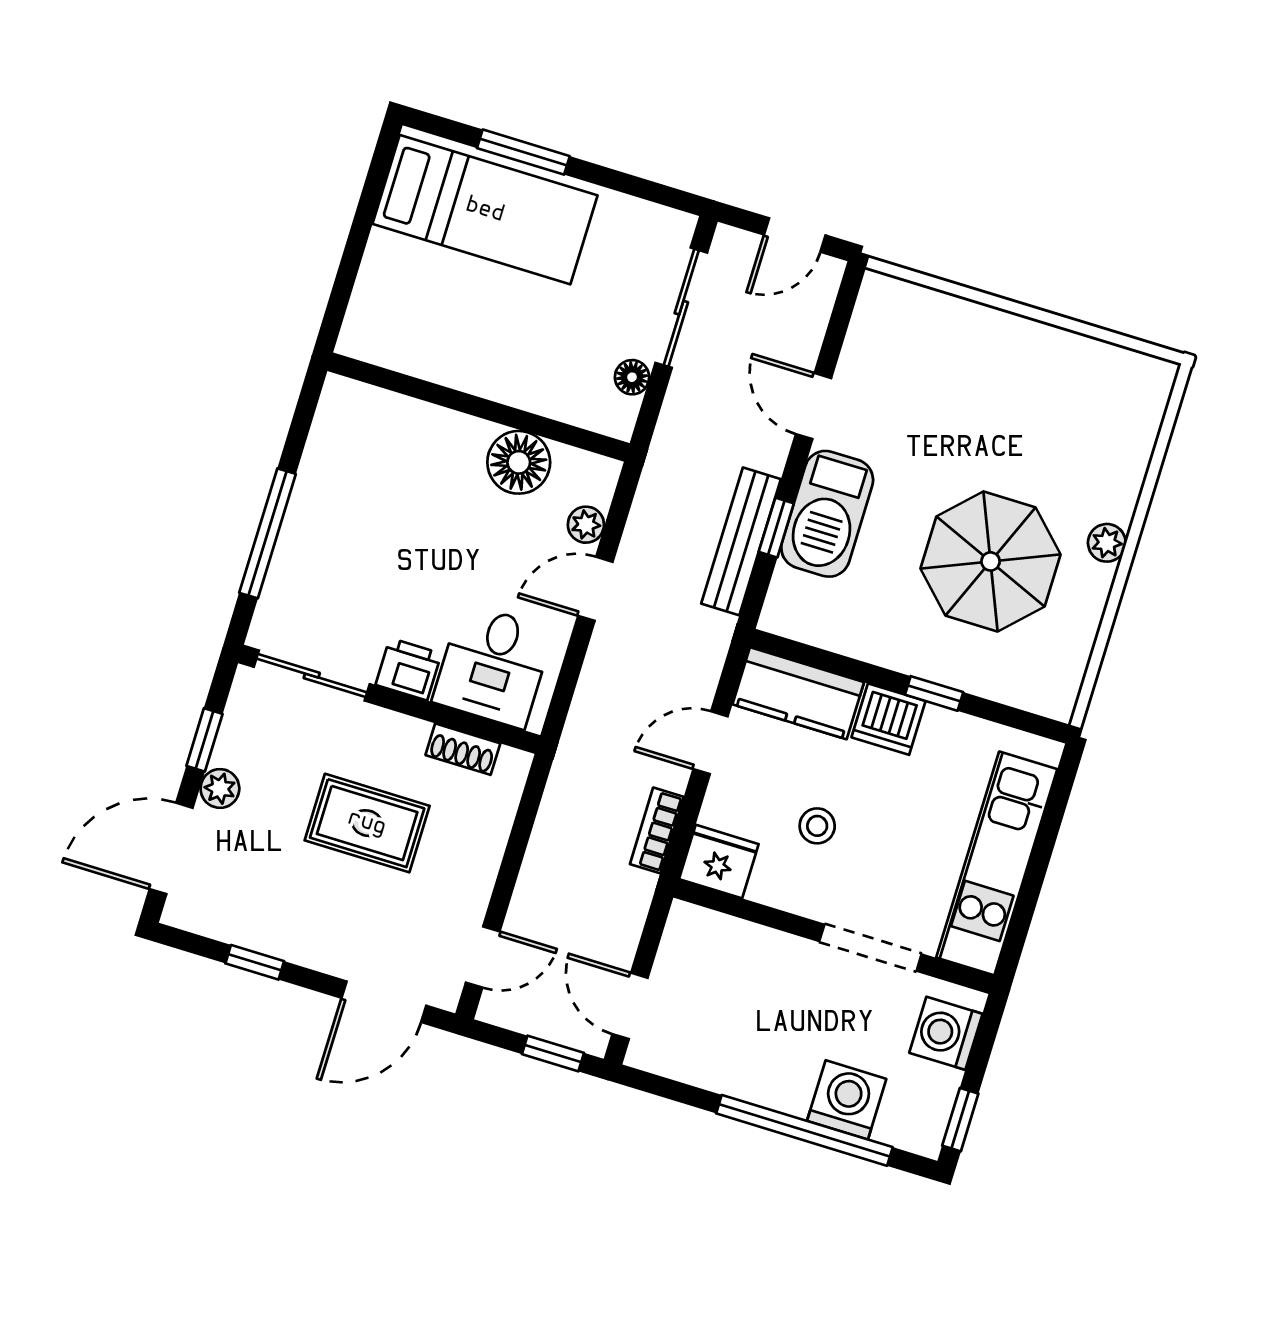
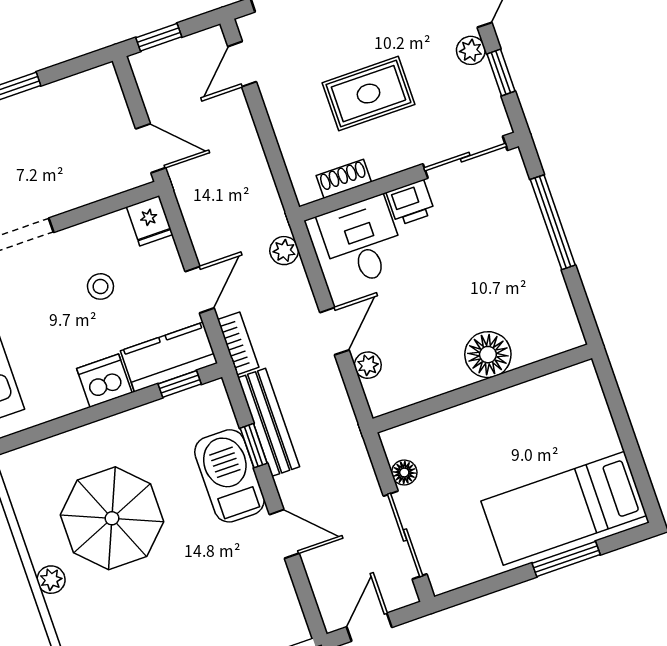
floor lamp: (519, 462) -> (488, 355), moved
window: (934, 693) -> (180, 384), moved
plant: (586, 718) -> (284, 251), added
bookcase: (657, 830) -> (238, 343), moved
fridge: (719, 862) -> (150, 221), width x0.72
door: (630, 1006) -> (151, 148), moved

